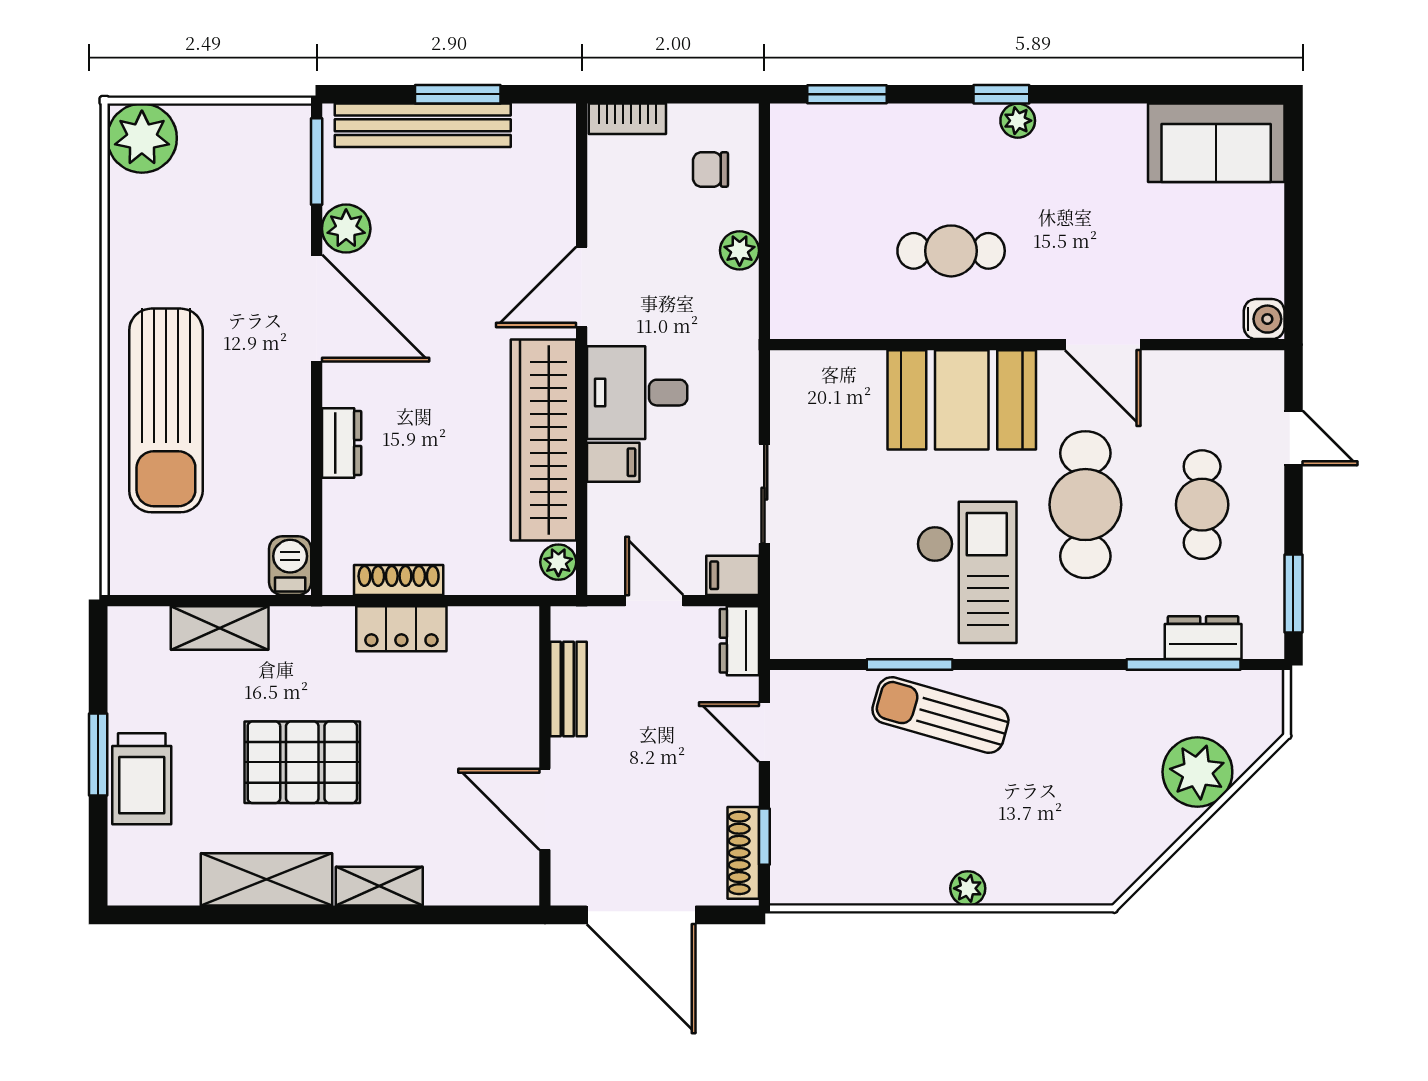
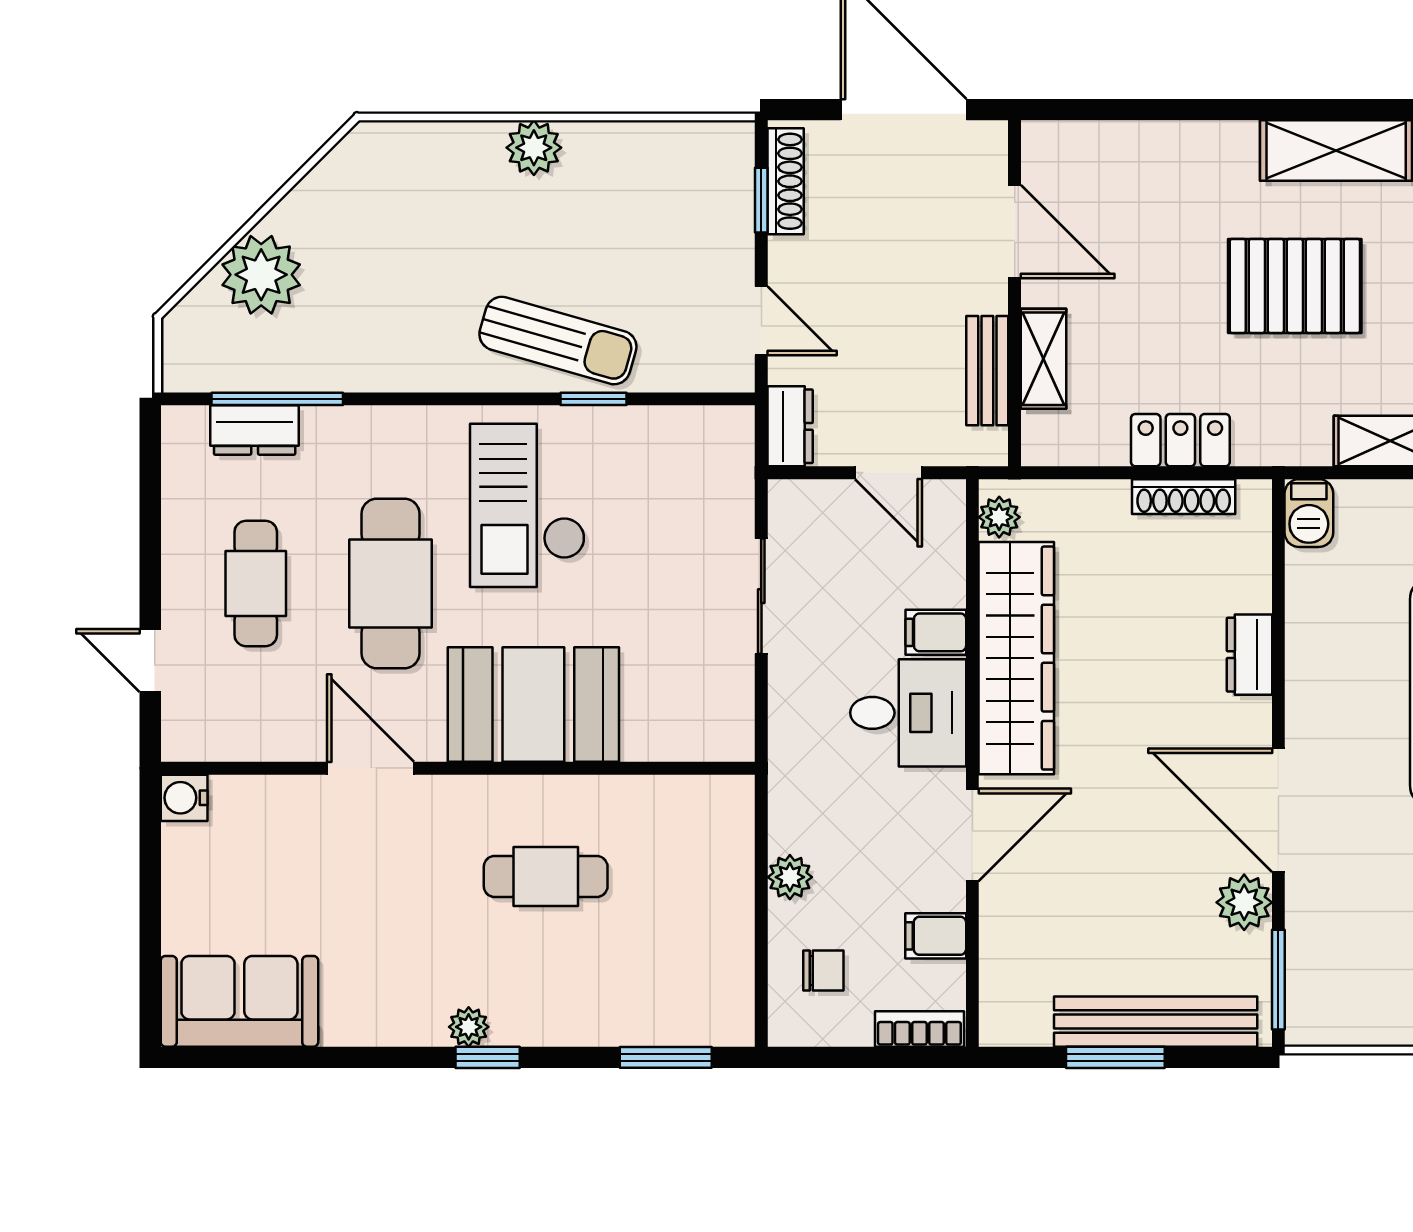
filing cabinet: (733, 575) -> (936, 936), moved, turned 180
window: (1293, 593) -> (150, 481), removed
window: (910, 664) -> (594, 399), width x0.67
shelving: (379, 886) -> (1043, 359), moved, turned 90
plant: (968, 888) -> (534, 148), width x1.38, depth x1.38

